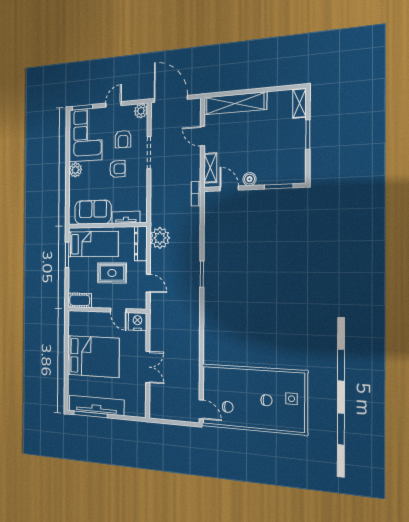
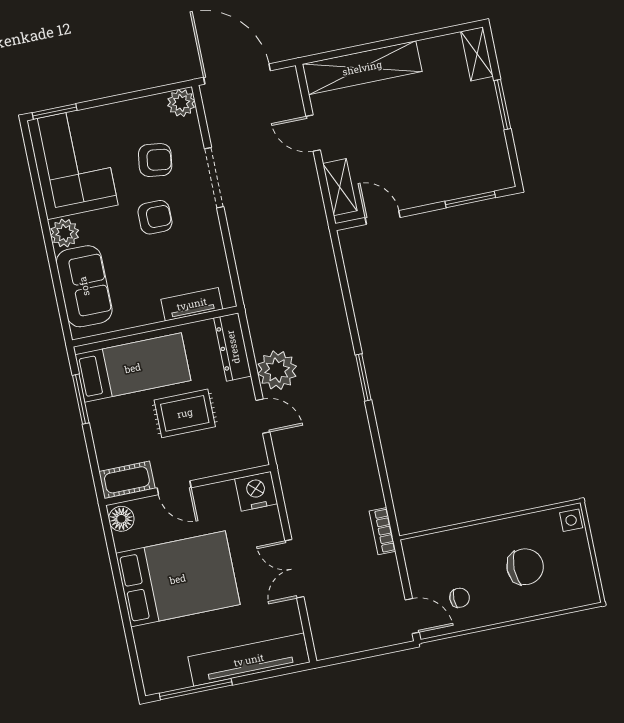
door: (113, 104) -> (121, 98), removed
armchair: (123, 139) -> (155, 160), turned -82
boiler: (250, 179) -> (416, 195), removed
bookcase: (196, 194) -> (382, 531), moved
sofa: (93, 212) -> (84, 286), moved, turned 90
plant: (160, 238) -> (277, 370), moved
door: (118, 310) -> (174, 488), moved
floor lamp: (74, 319) -> (121, 519), added
double door: (148, 367) -> (294, 569), swing flipped
side table: (291, 399) -> (571, 520), moved
chair: (267, 400) -> (525, 567), width x1.87, depth x1.87
tv unit: (96, 405) -> (249, 660), moved

